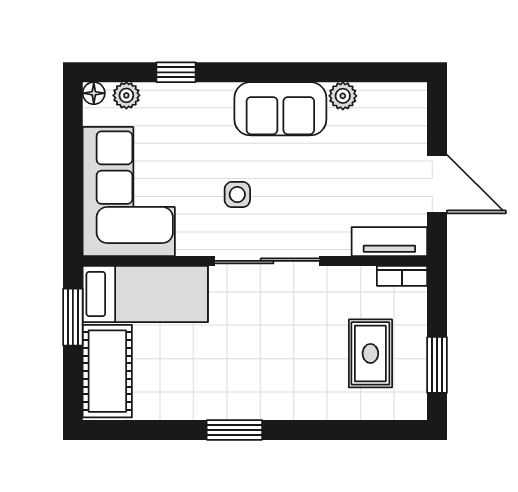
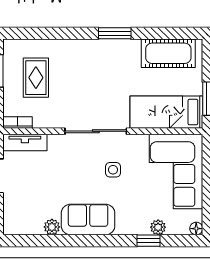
plant: (126, 95) -> (158, 227), moved
cot: (107, 371) -> (168, 53), moved, turned 90

